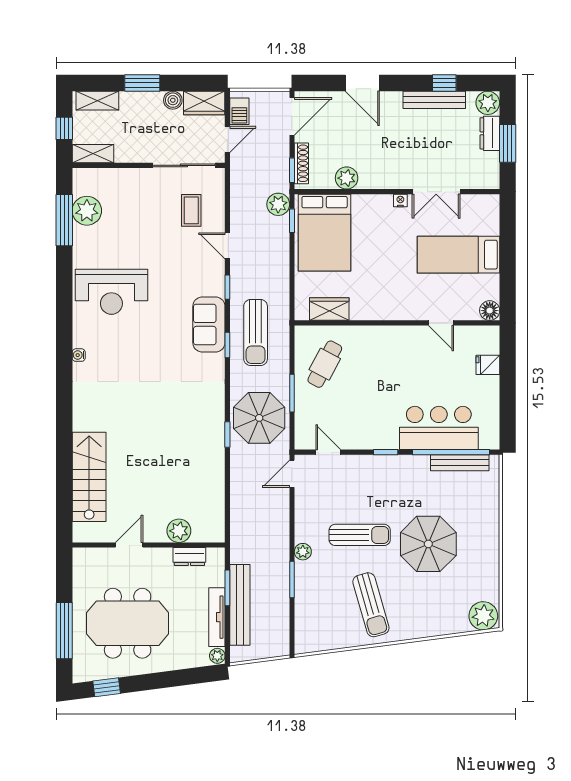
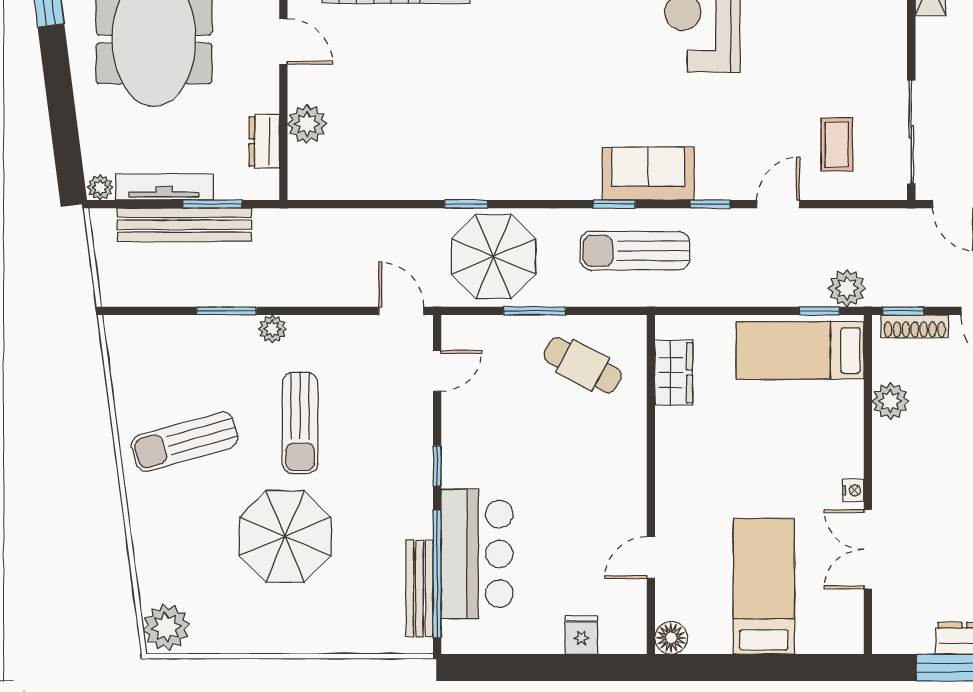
coffee table: (191, 210) -> (837, 144), turned 90
bed: (325, 233) -> (800, 350), width x0.67

